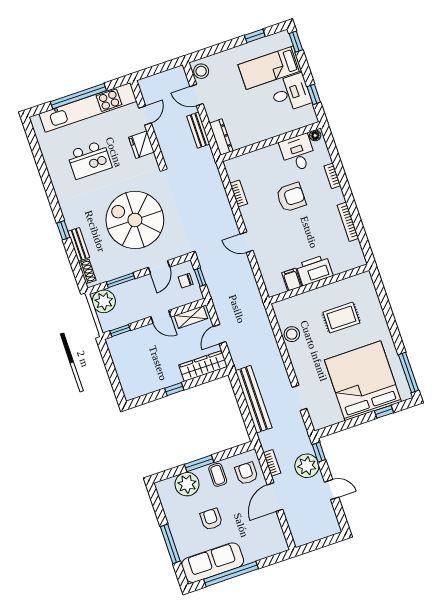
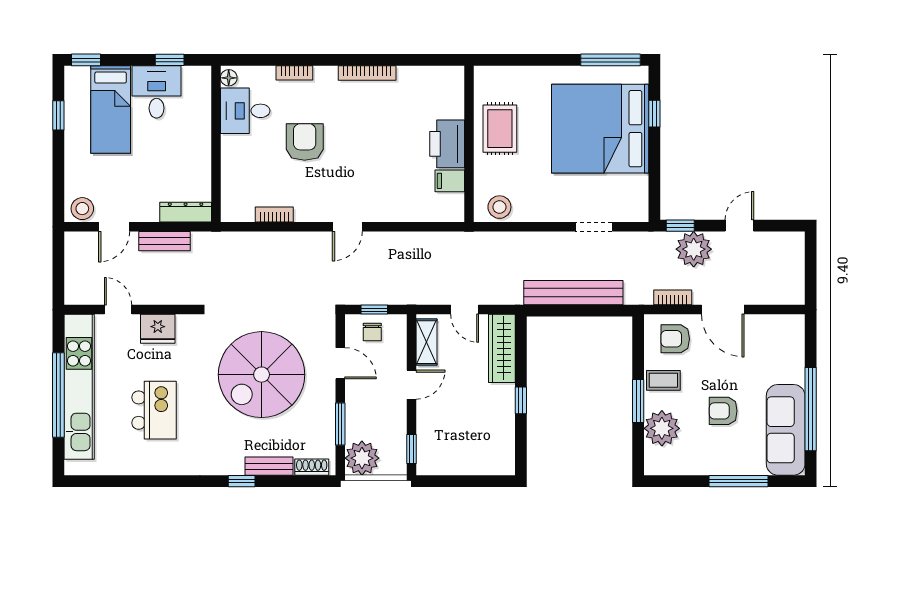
printer: (314, 270) -> (447, 144), moved
filing cabinet: (292, 280) -> (450, 181), moved
wall: (319, 284) -> (469, 144), moved

